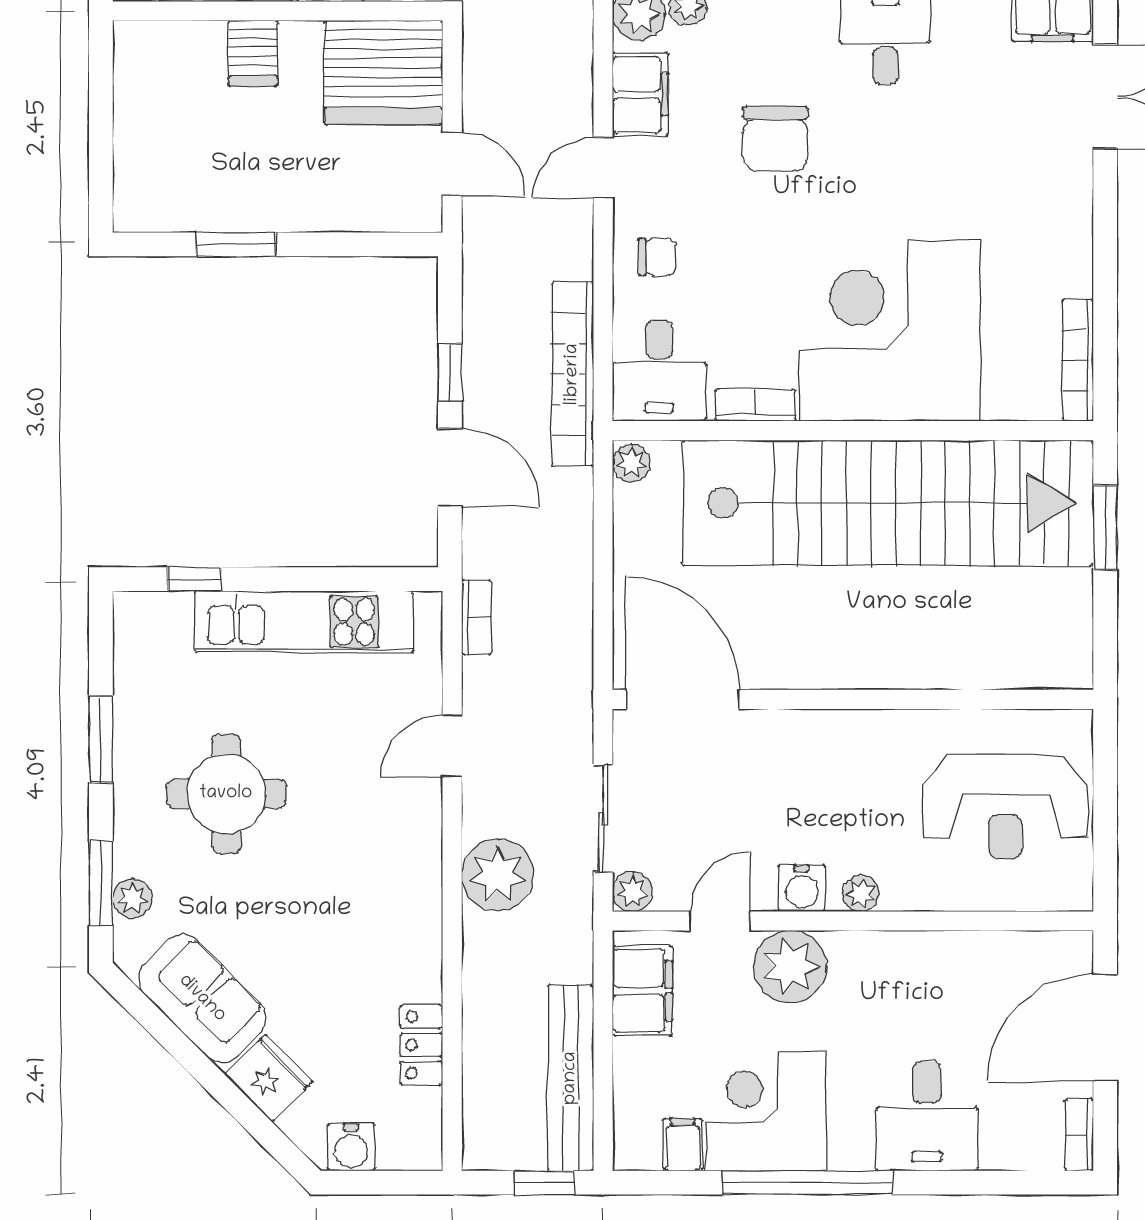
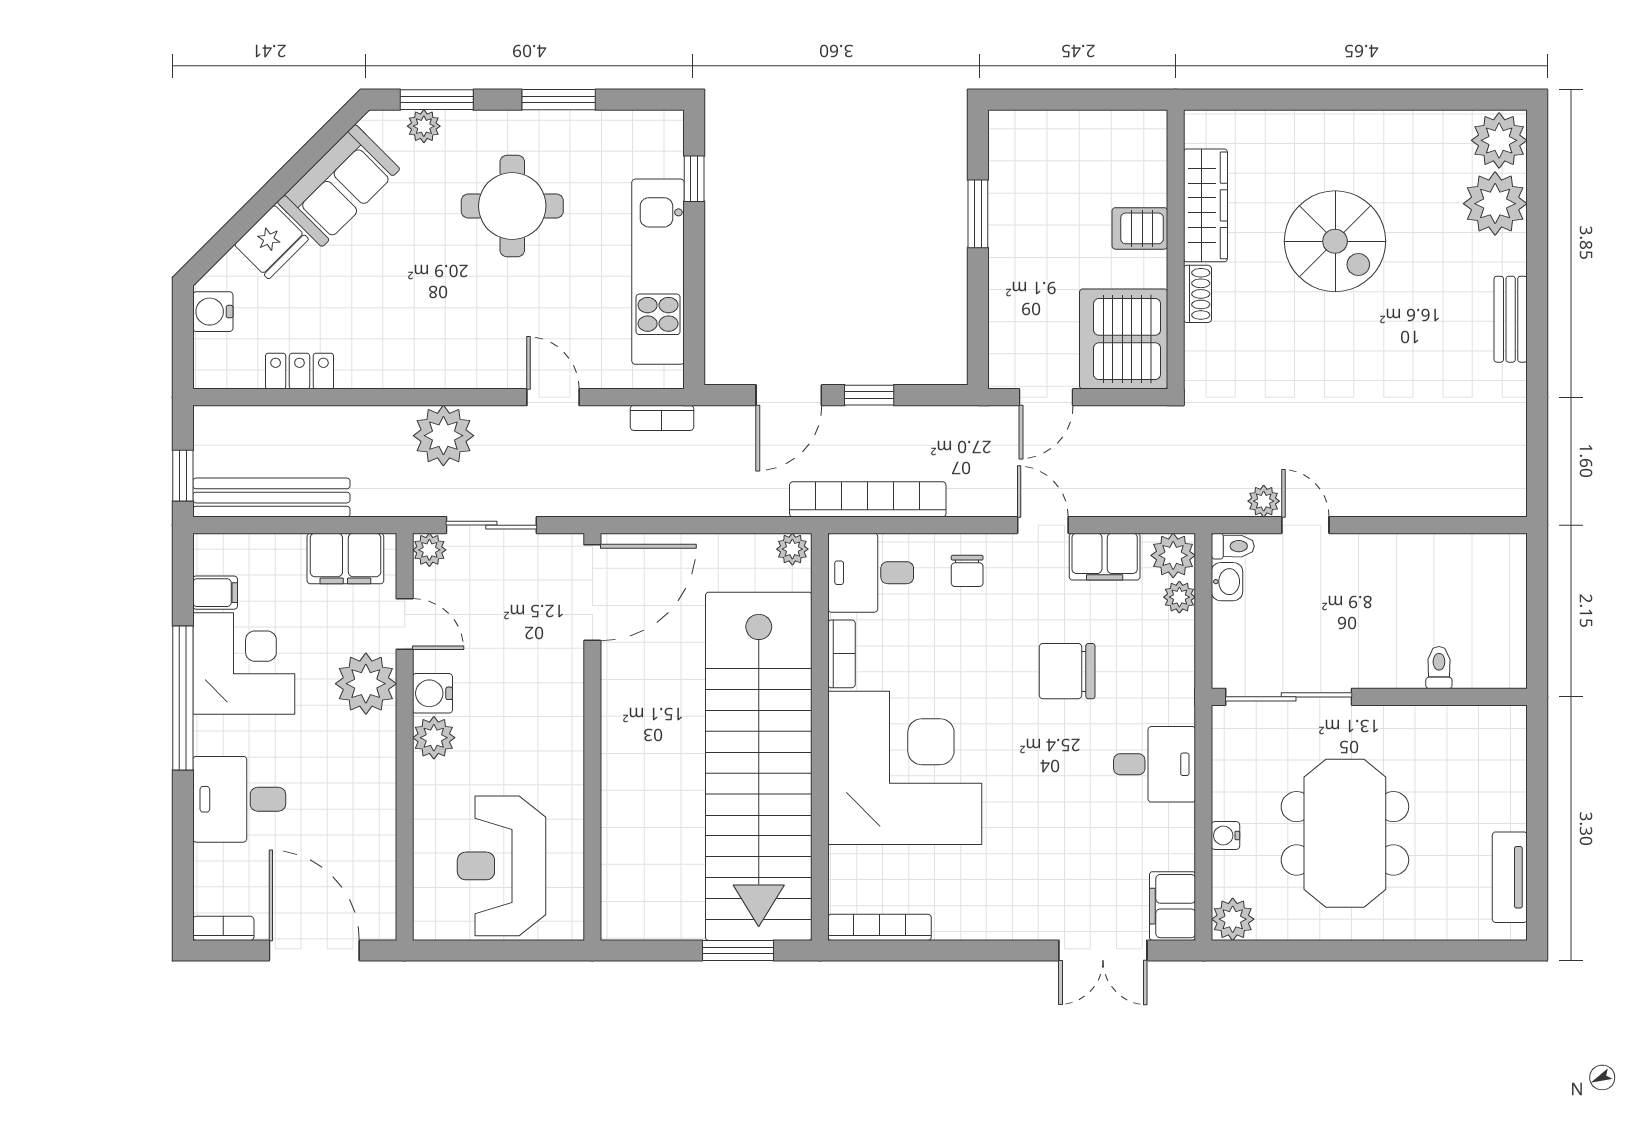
plant: (861, 893) -> (434, 738), width x1.38, depth x1.38

